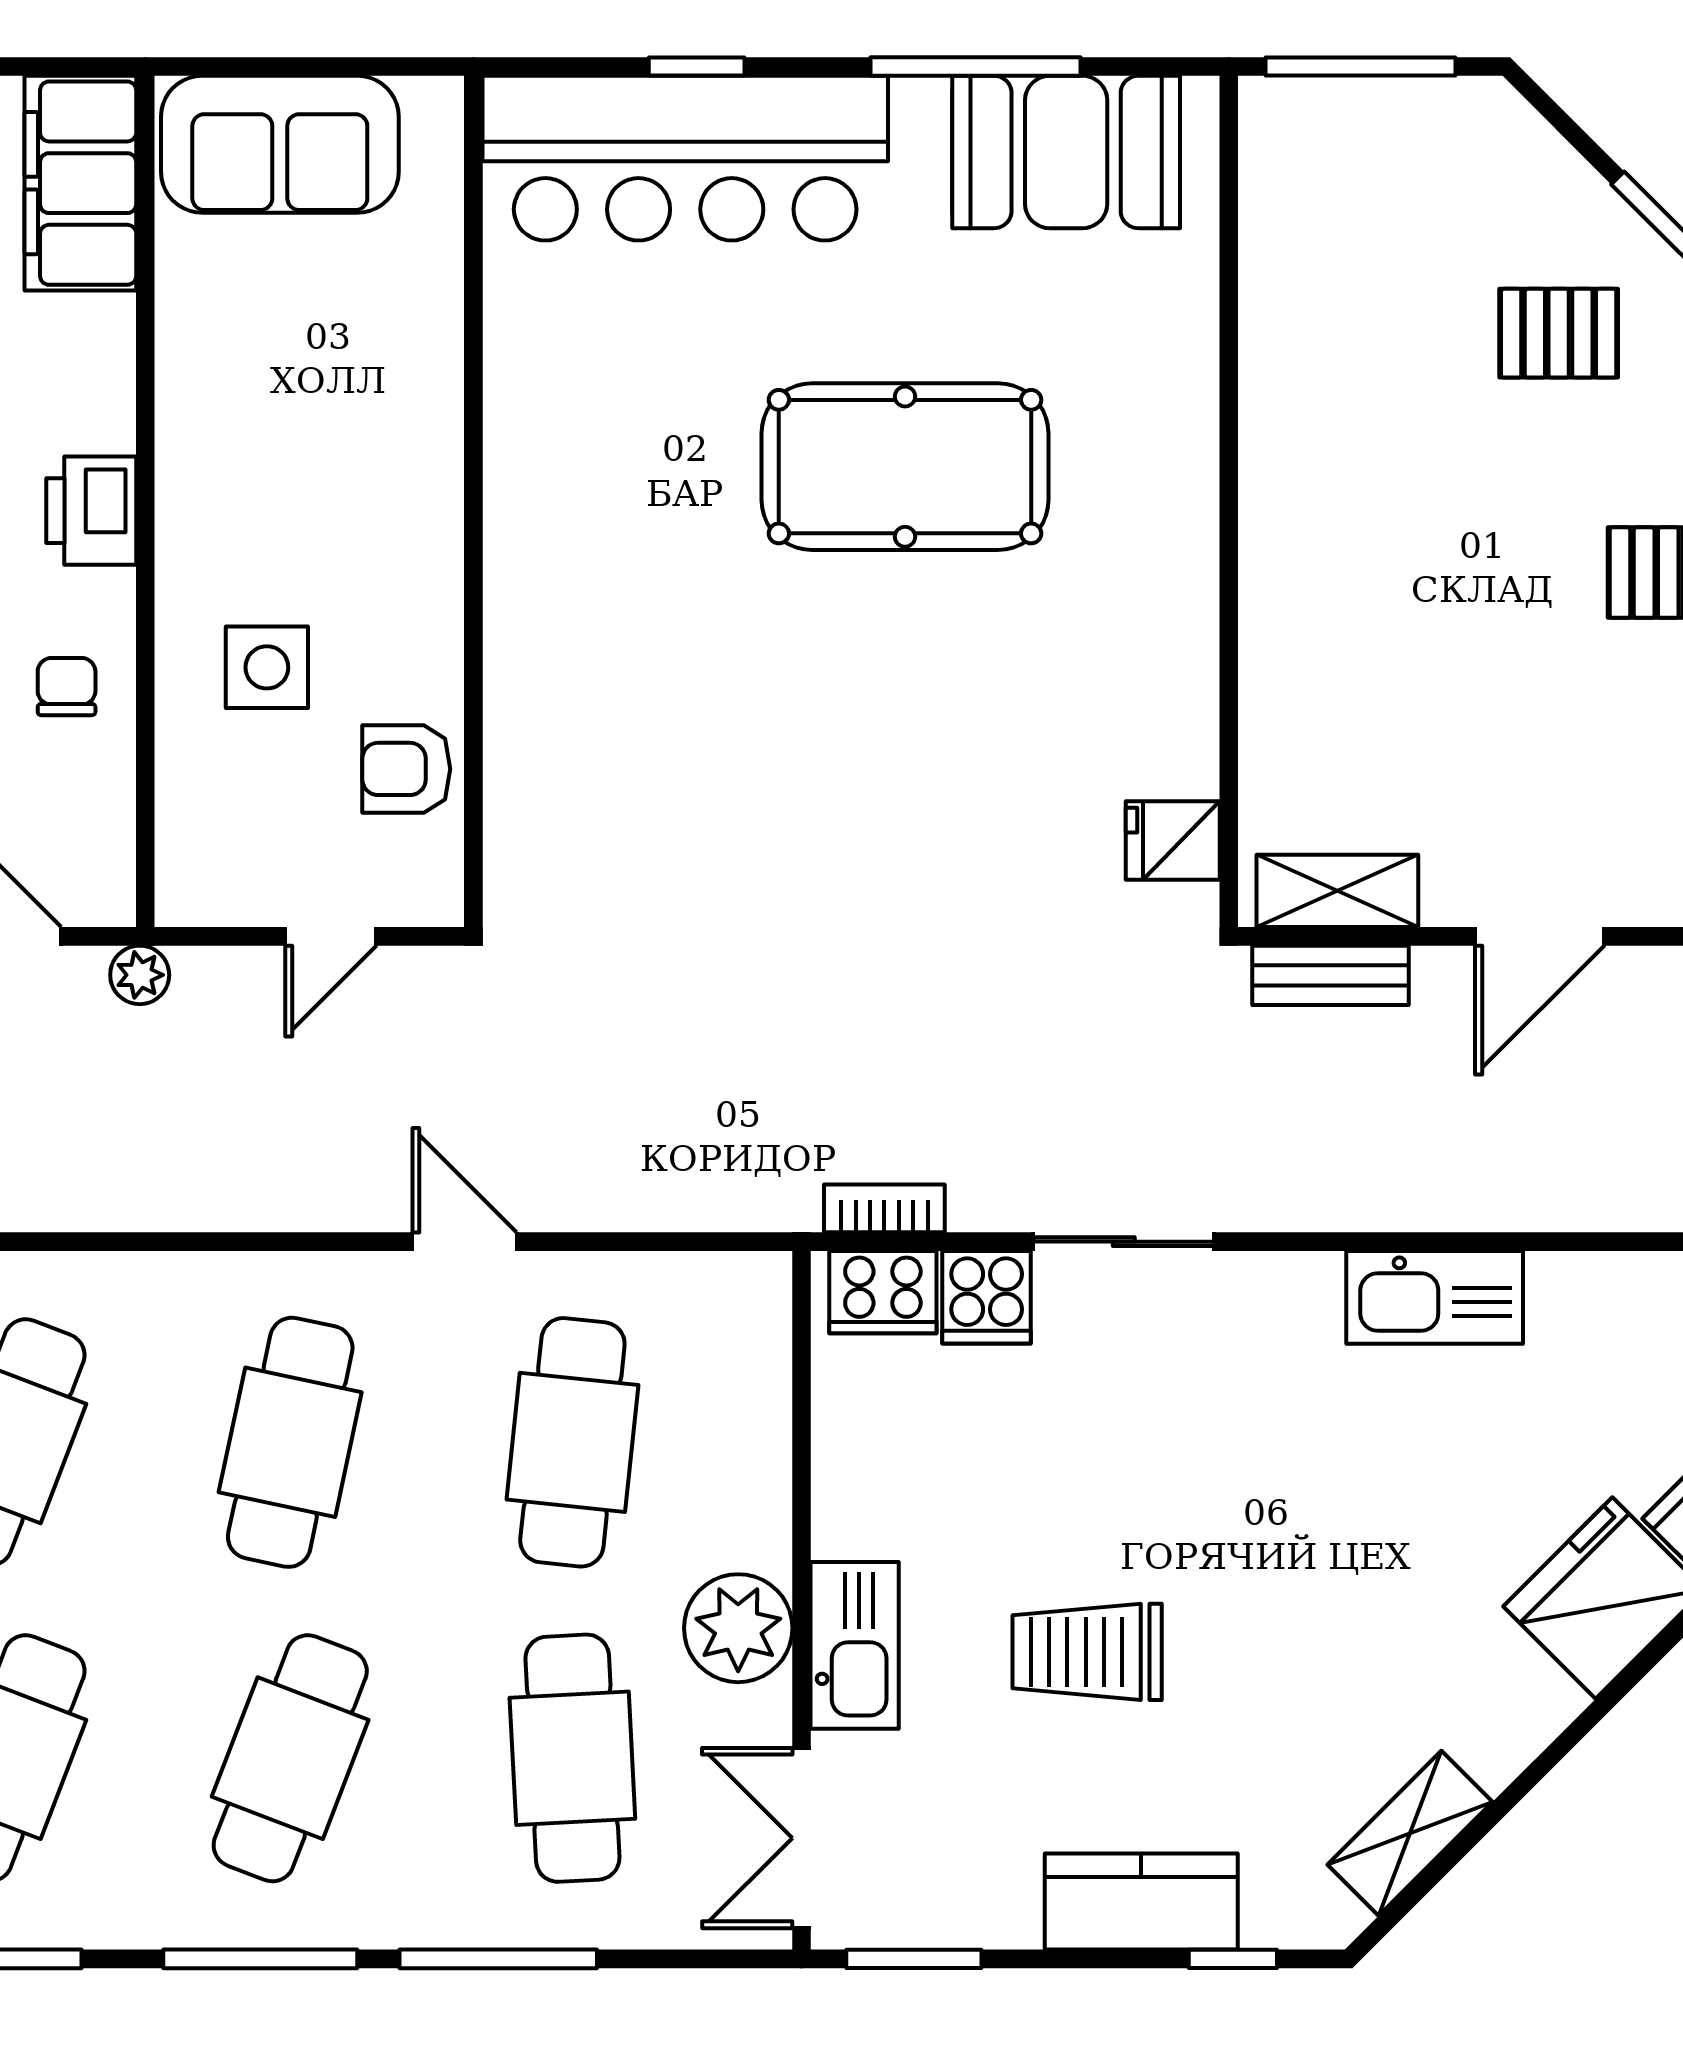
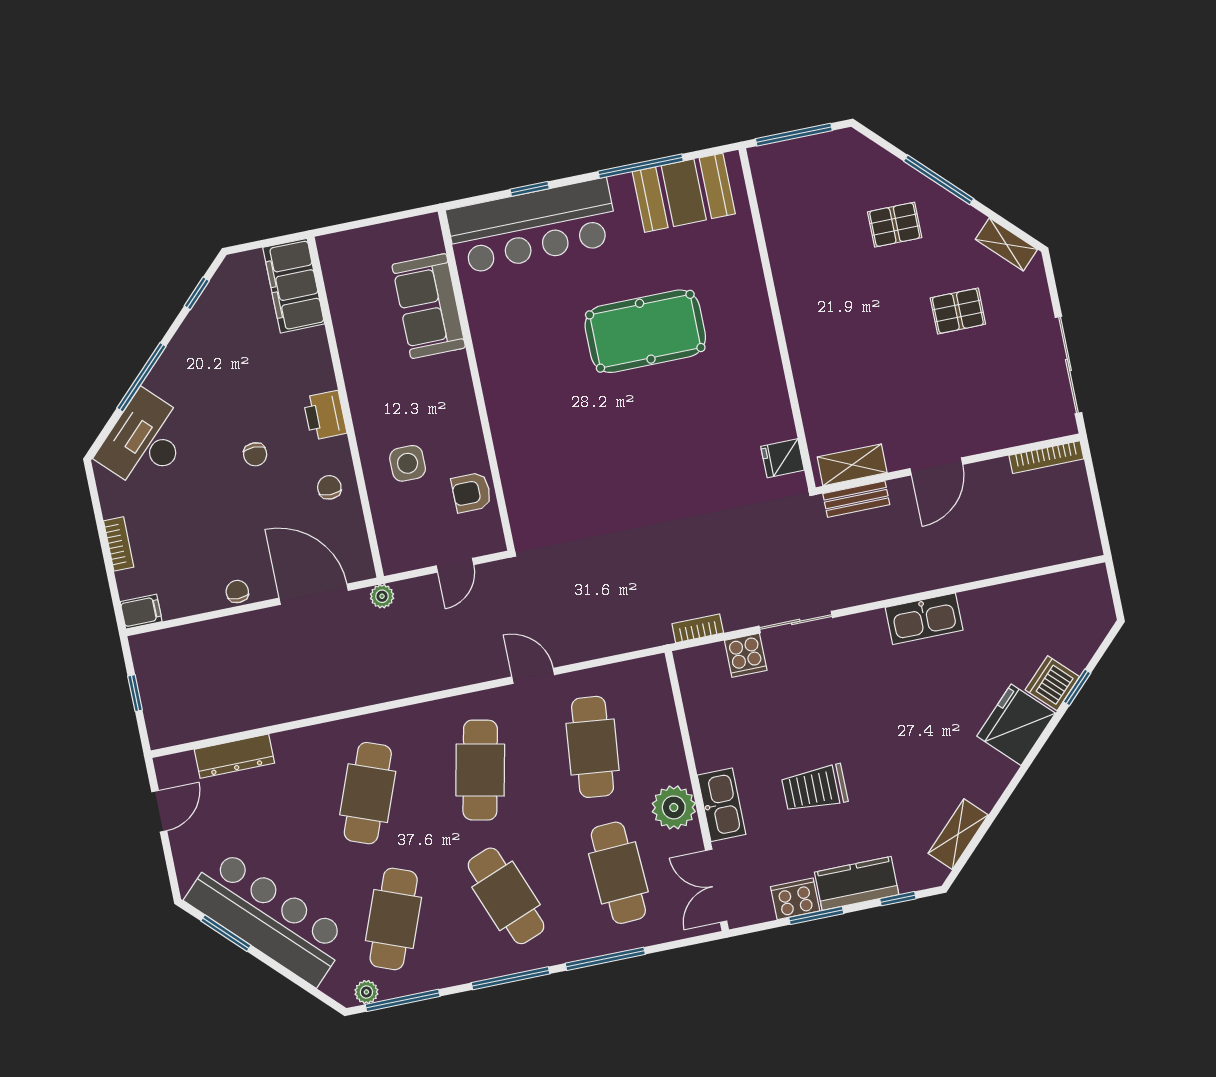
sofa: (280, 144) -> (429, 306), moved, turned 90
cooker: (883, 1292) -> (795, 899), moved, turned 180
cafe table: (290, 1758) -> (506, 896), turned -42
window: (914, 1959) -> (816, 915), moved

